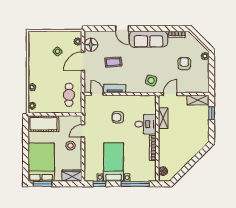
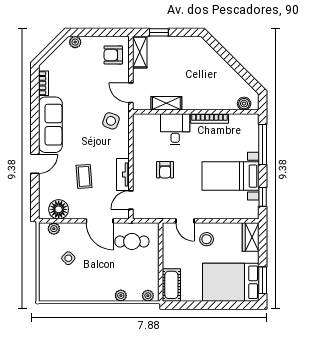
door: (83, 61) -> (100, 221), moved
armchair: (184, 64) -> (113, 55), moved
cot: (43, 124) -> (171, 285), width x0.73, depth x0.75

